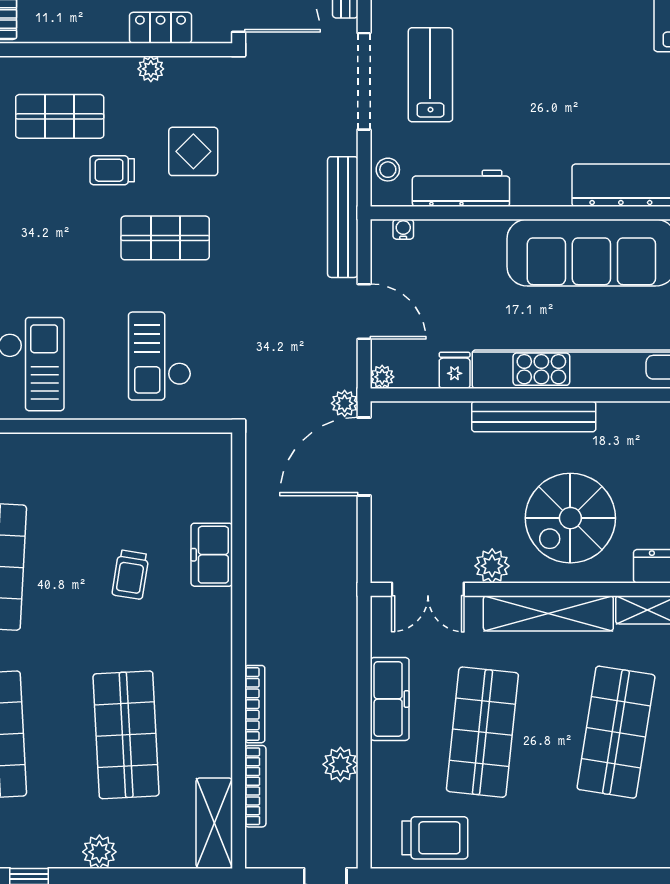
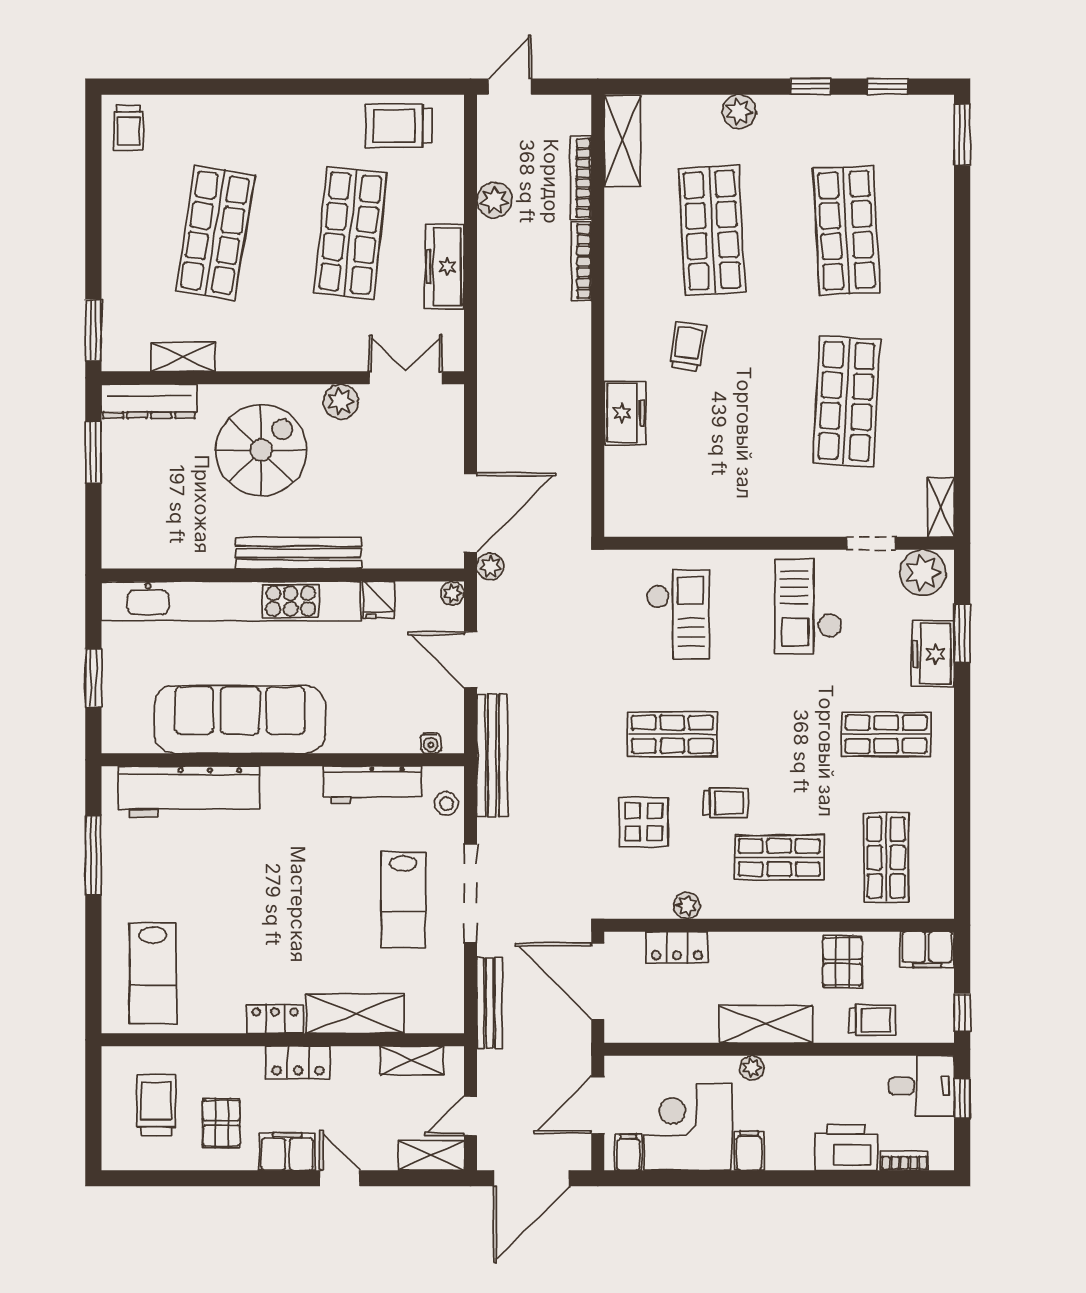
trolley: (130, 575) -> (688, 346), moved
shelving: (548, 613) -> (284, 353), removed

